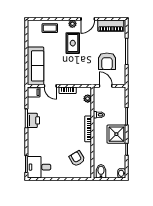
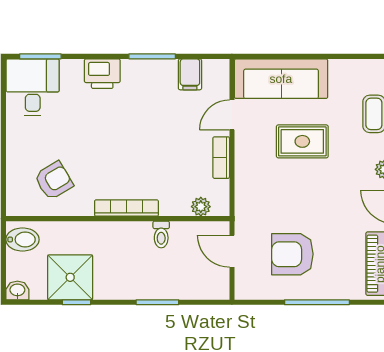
rug: (73, 43) -> (302, 141), moved
door: (106, 86) -> (232, 251), swing flipped
filing cabinet: (34, 92) -> (190, 74), moved
printer: (33, 120) -> (102, 74), moved
shower: (116, 134) -> (70, 277), moved

